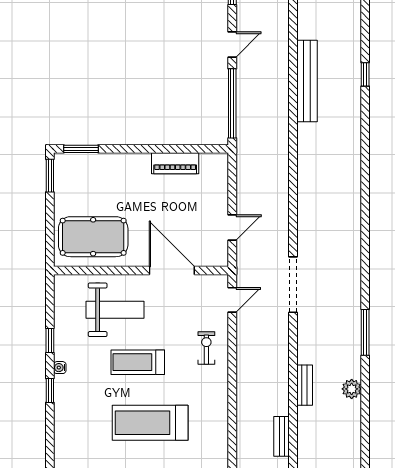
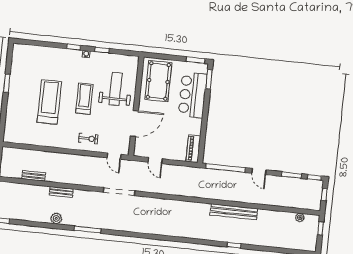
piano: (175, 163) -> (193, 149), moved
bar counter: (111, 174) -> (193, 95), added
weight bench: (115, 310) -> (116, 89), turned 180

